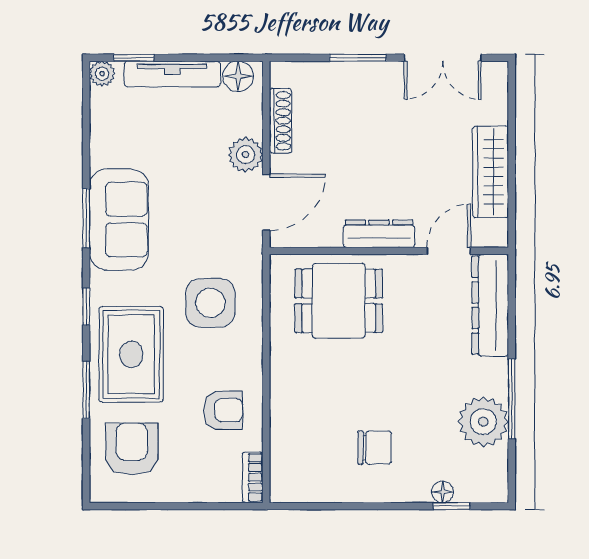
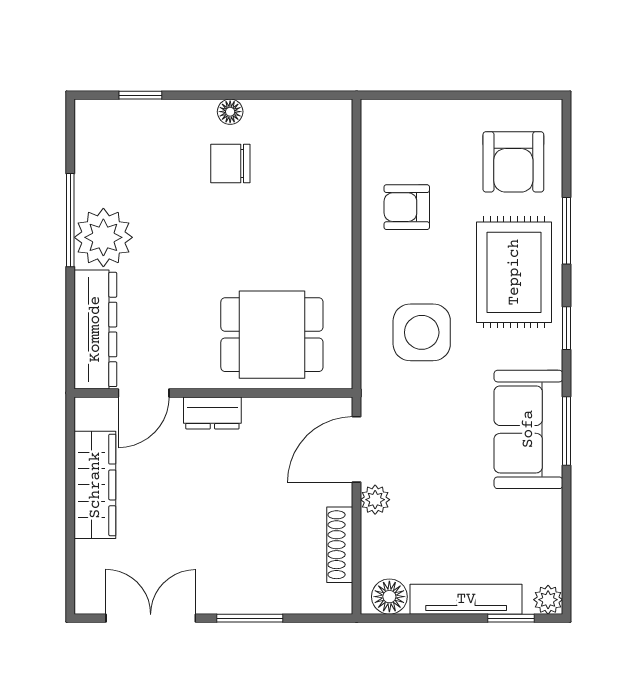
plant: (246, 155) -> (375, 500), width x0.73, depth x0.73
dresser: (379, 234) -> (212, 413), width x0.70
plant: (483, 422) -> (103, 237), moved
bookcase: (253, 477) -> (372, 129), removed
floor lamp: (442, 492) -> (230, 112), moved

